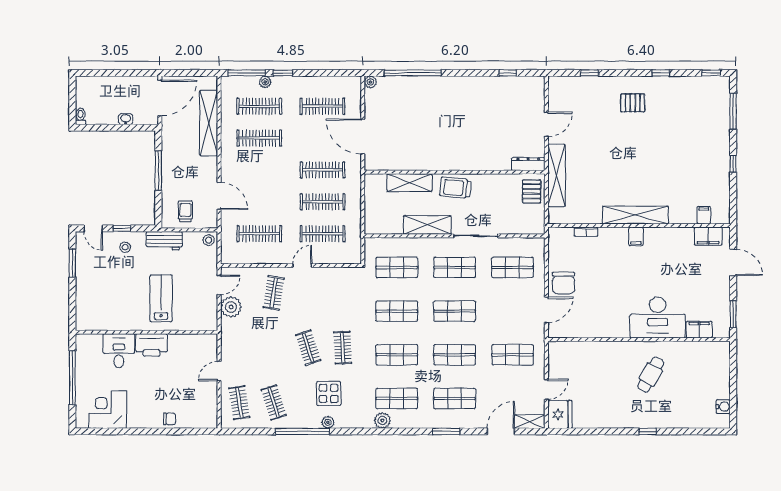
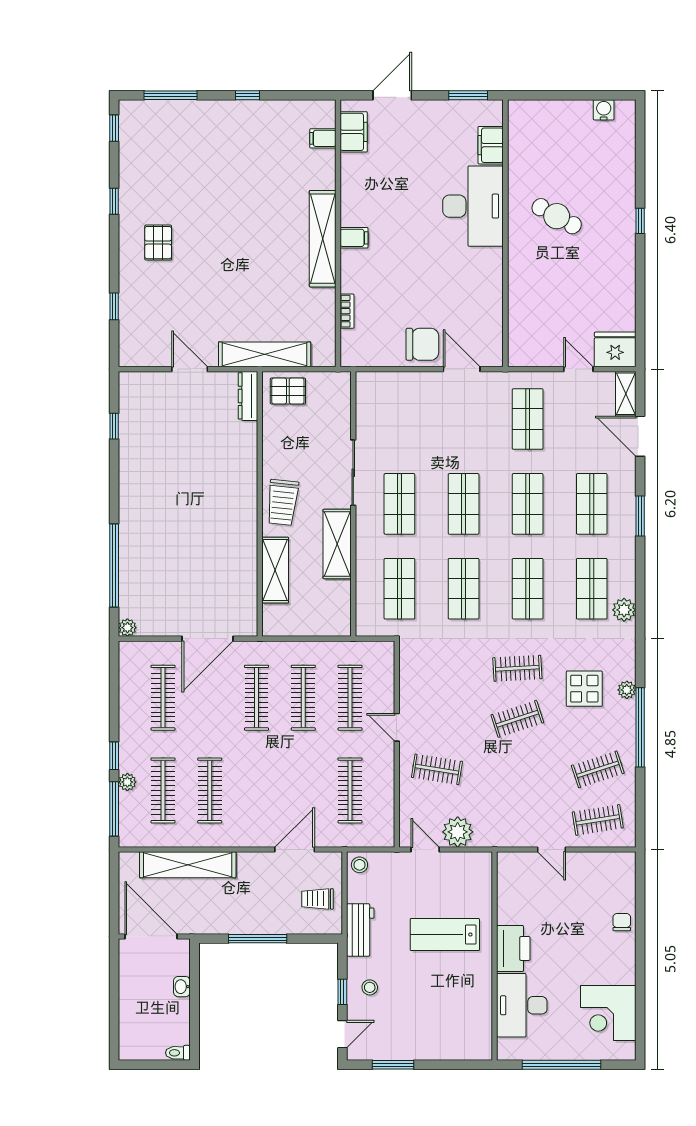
shop shelf: (512, 267) -> (399, 419), removed
desk: (119, 351) -> (522, 1005), width x1.37

